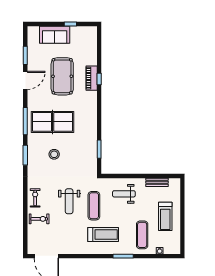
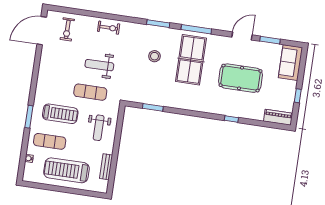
sofa: (55, 35) -> (290, 63), moved
piano: (92, 78) -> (278, 117), moved
door: (25, 80) -> (242, 36), swing flipped
weight bench: (124, 194) -> (99, 128), turned 180
treadmill: (165, 216) -> (66, 170), width x1.37, depth x1.38
exercise bike: (39, 219) -> (67, 29), moved
treadmill: (103, 234) -> (60, 114), moved, turned -90

